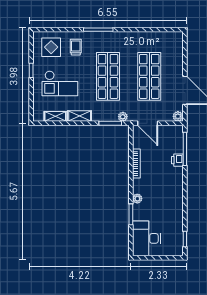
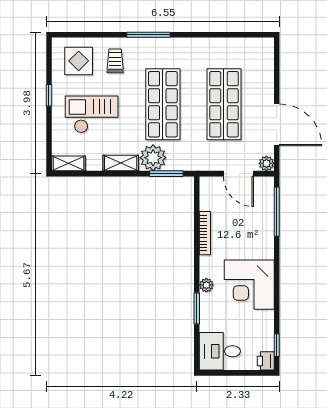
checkout: (60, 83) -> (92, 114), turned 180
shelving: (55, 116) -> (68, 163), moved
plant: (123, 117) -> (153, 158), moved, width x1.88, depth x1.88
door: (148, 123) -> (238, 174), moved
printer: (177, 160) -> (266, 361), moved
corner desk: (166, 198) -> (249, 285), added
desk: (146, 238) -> (220, 351), width x0.73

